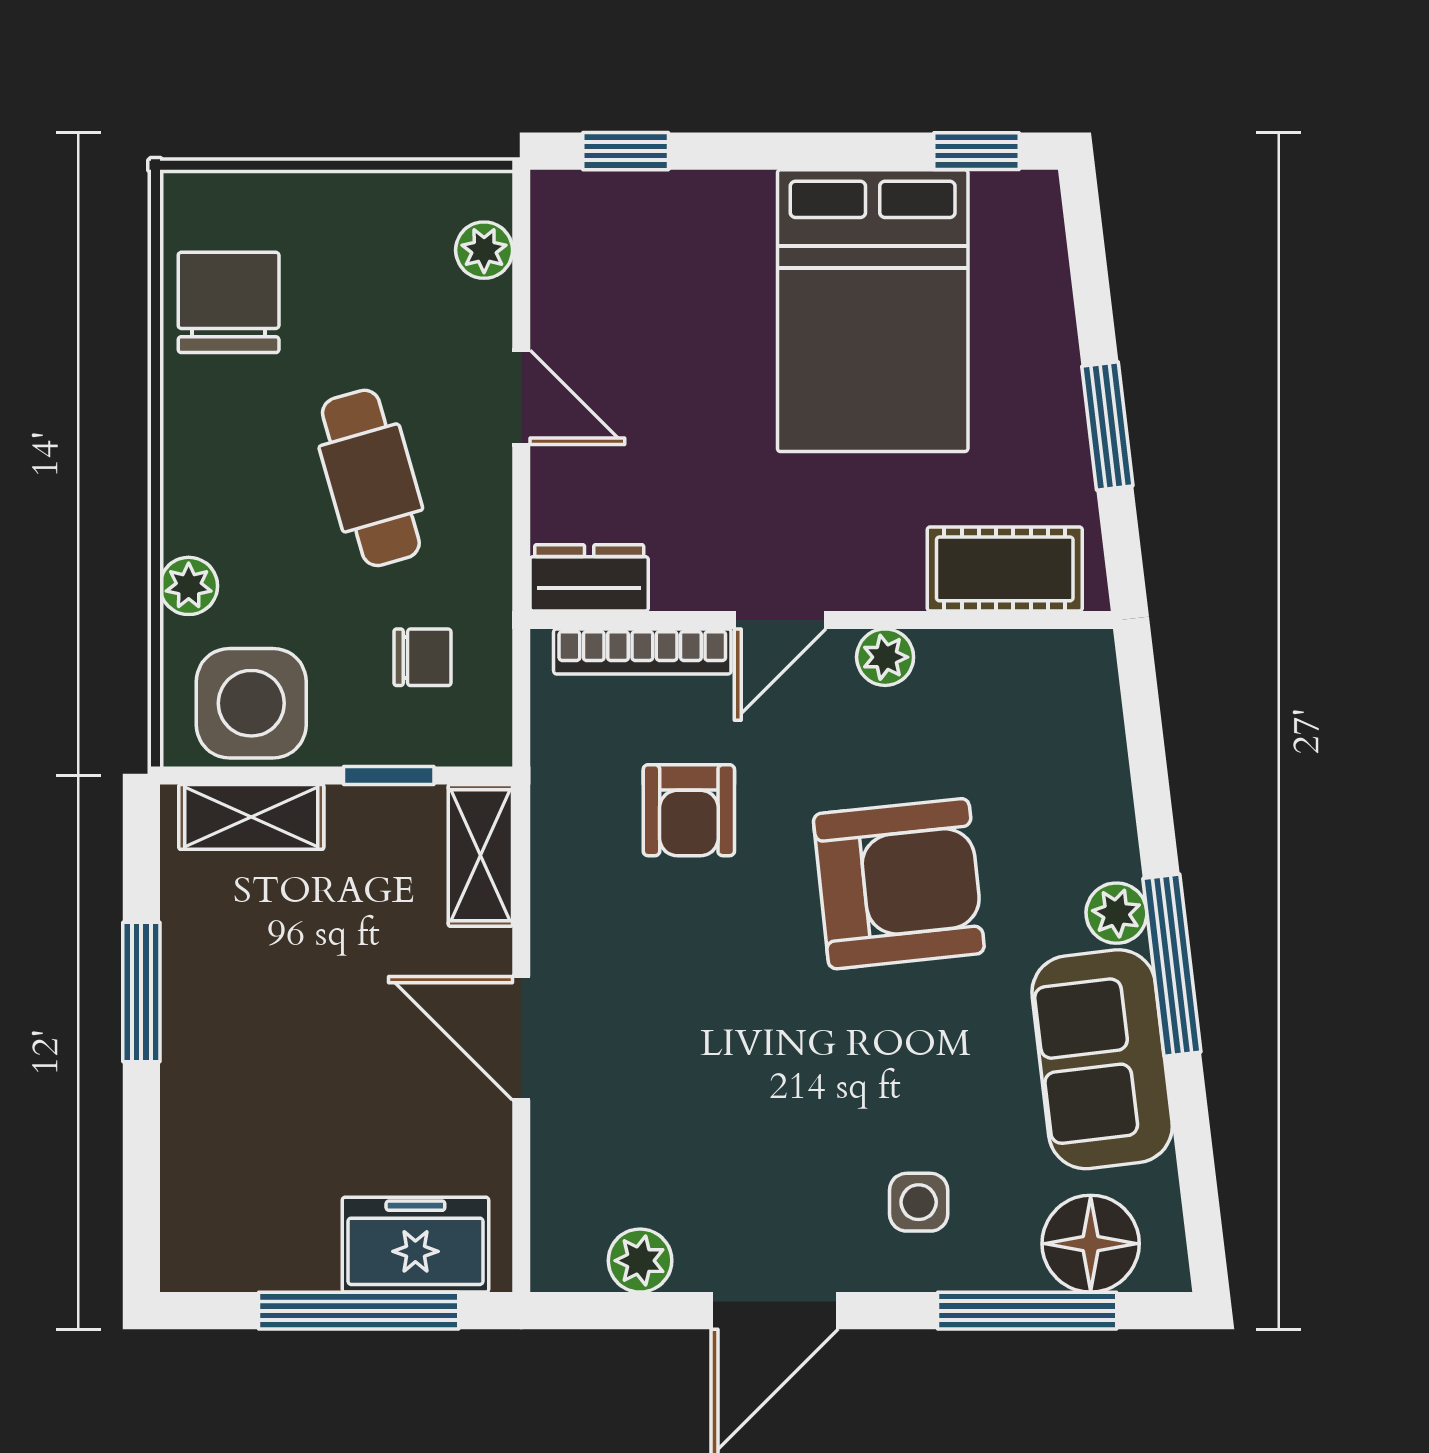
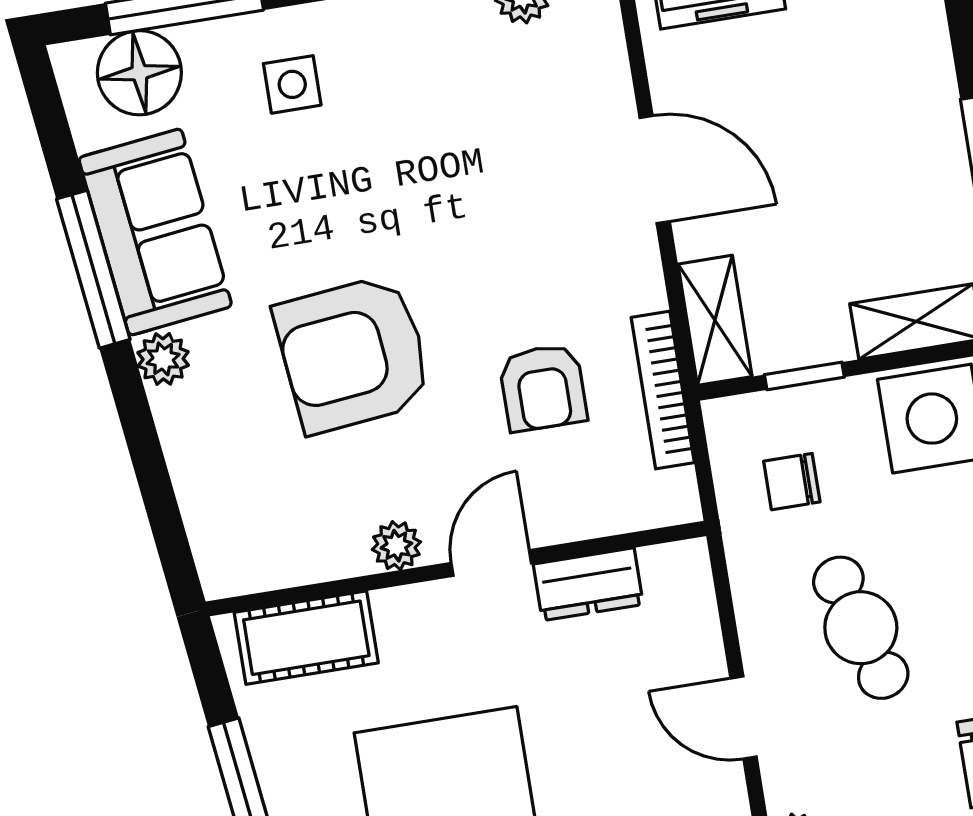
dresser: (589, 578) -> (588, 584), moved
bookcase: (642, 651) -> (663, 390), moved, turned -90
armchair: (689, 810) -> (543, 388), turned 180
window: (1172, 965) -> (93, 269), moved

